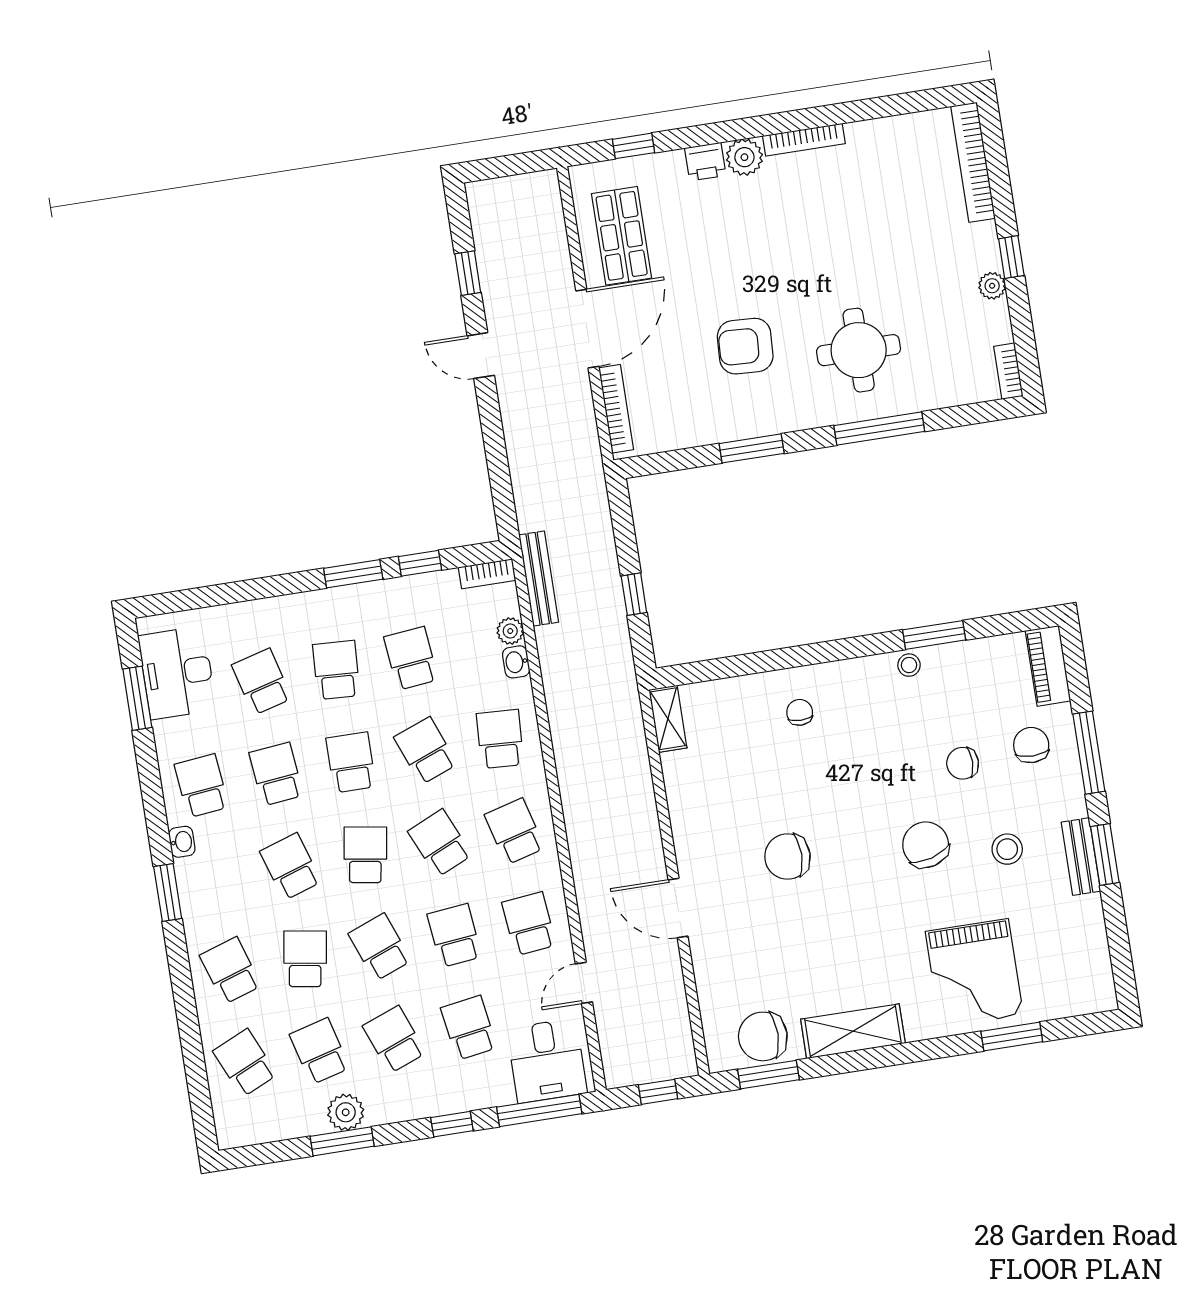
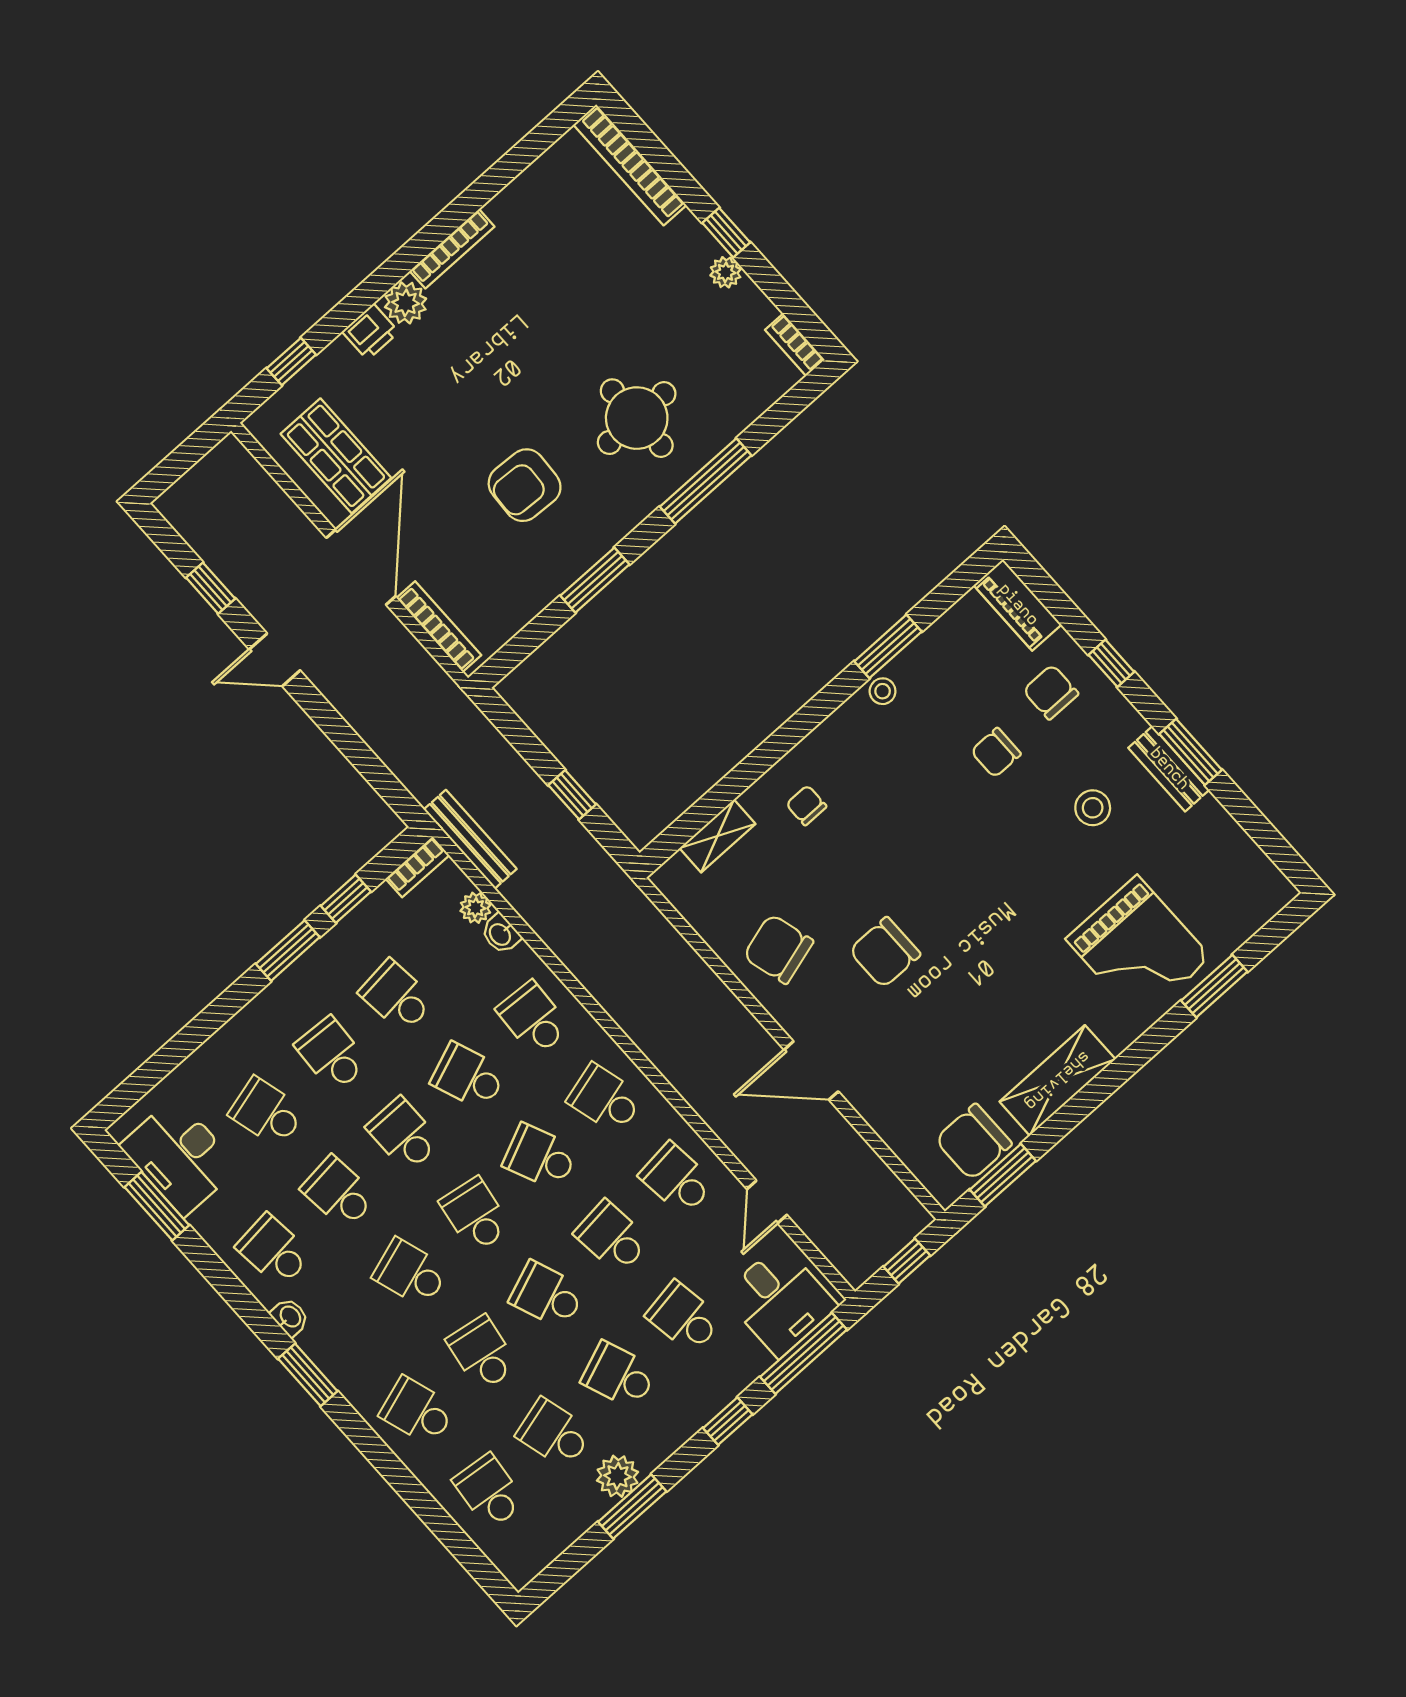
shelving: (668, 719) -> (718, 836), moved, turned 90
window: (1089, 753) -> (1111, 663), width x0.46
chair: (926, 845) -> (778, 949), moved
school desk: (245, 1063) -> (489, 1491), turned 30

